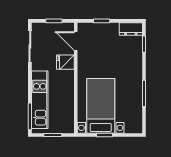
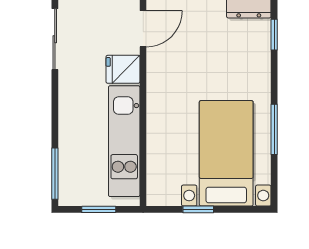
door: (76, 41) -> (143, 29), swing flipped
kitchen unit: (40, 100) -> (124, 141), moved, turned 180
bed with nightstands: (101, 106) -> (226, 153), moved

